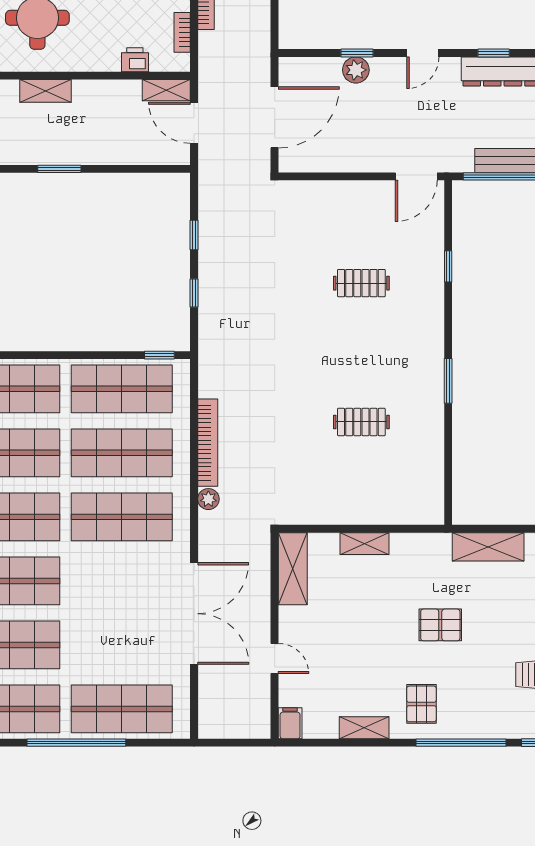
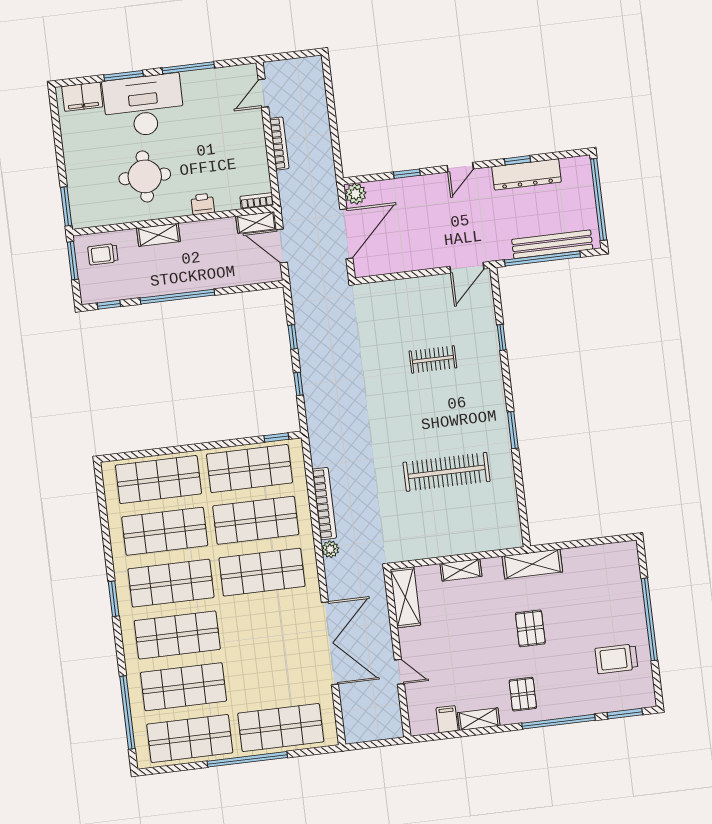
bookcase: (182, 32) -> (257, 201), moved, turned 90
printer: (135, 60) -> (203, 204), moved
plant: (356, 70) -> (356, 194), moved
window: (59, 169) -> (177, 297), width x2.11
clothes rail: (361, 422) -> (447, 472), width x1.86, depth x1.31
shelving: (488, 547) -> (532, 564), moved
pallet: (440, 625) -> (530, 628), turned 90
filing cabinet: (290, 723) -> (447, 719), moved

